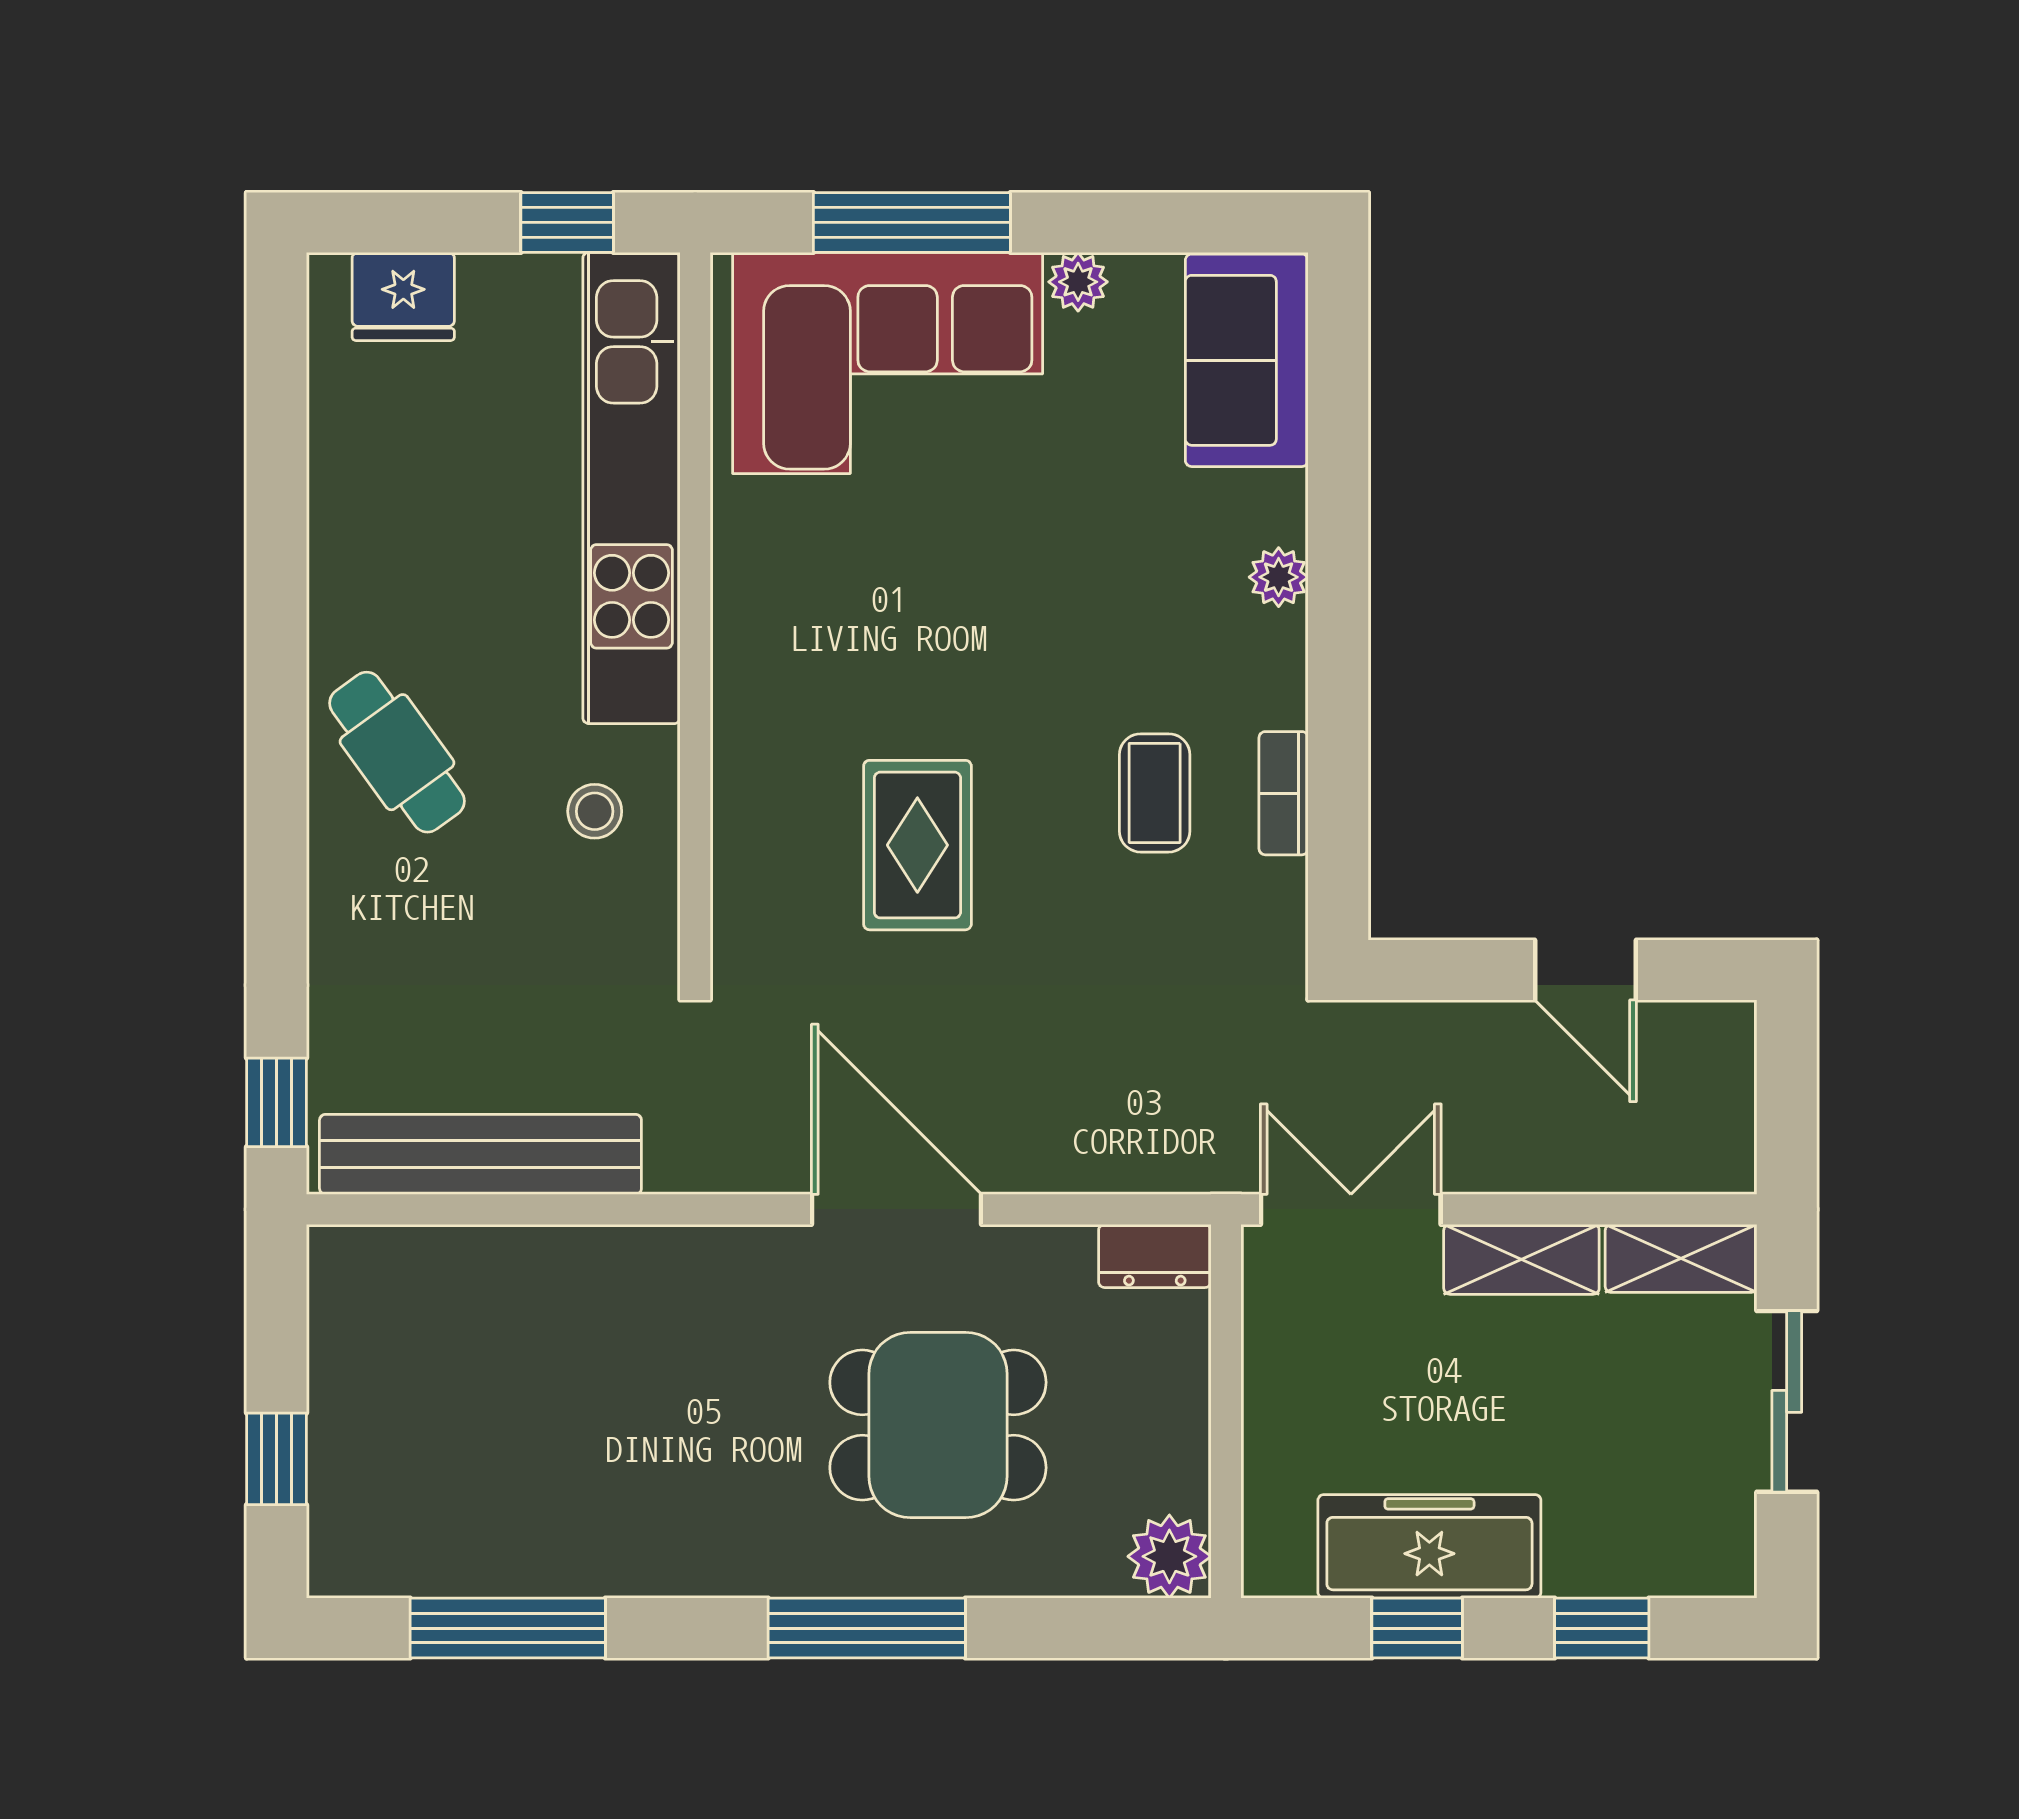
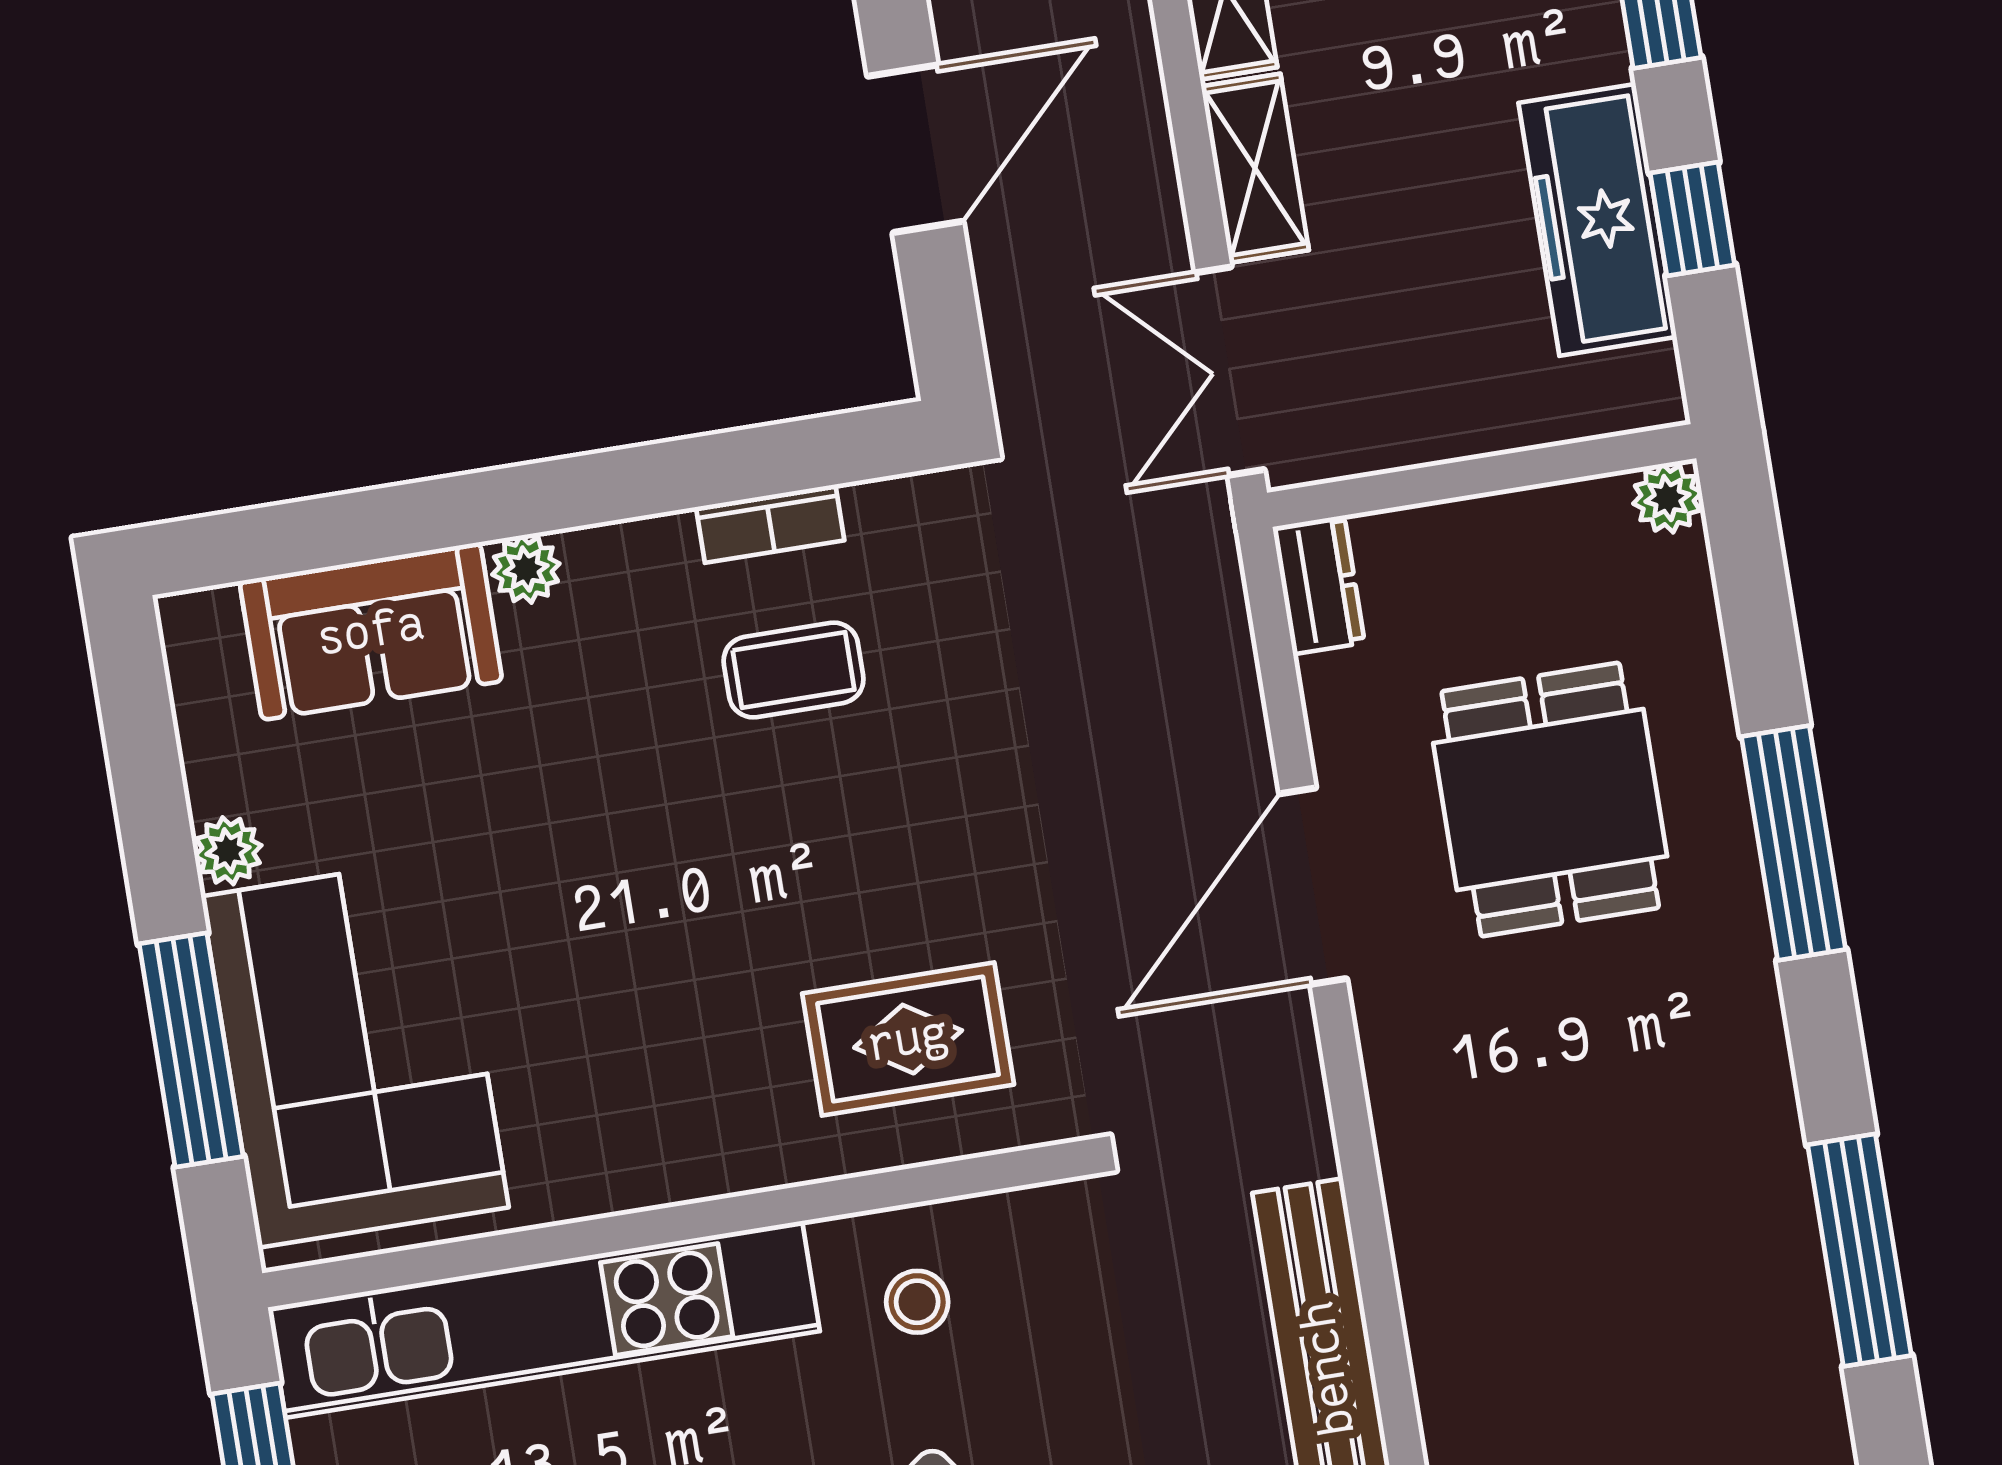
sofa: (1247, 360) -> (371, 631), moved
rug: (917, 845) -> (908, 1039), moved
door: (1585, 970) -> (915, 149), width x1.38
plant: (1169, 1556) -> (1668, 498), width x0.73, depth x0.73

